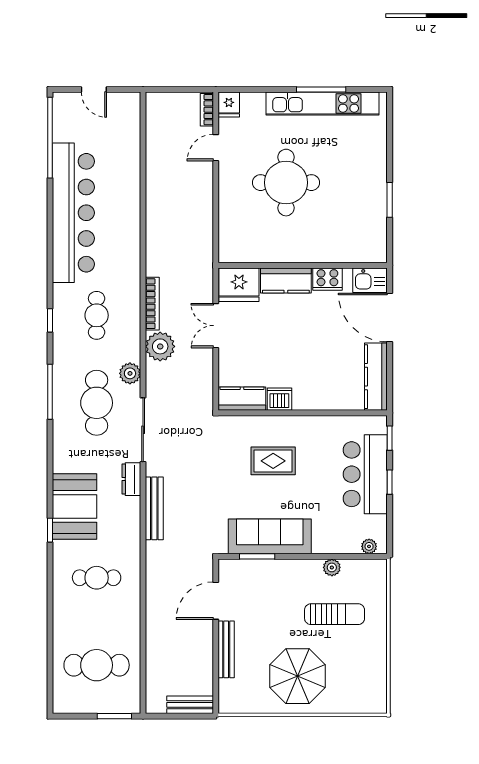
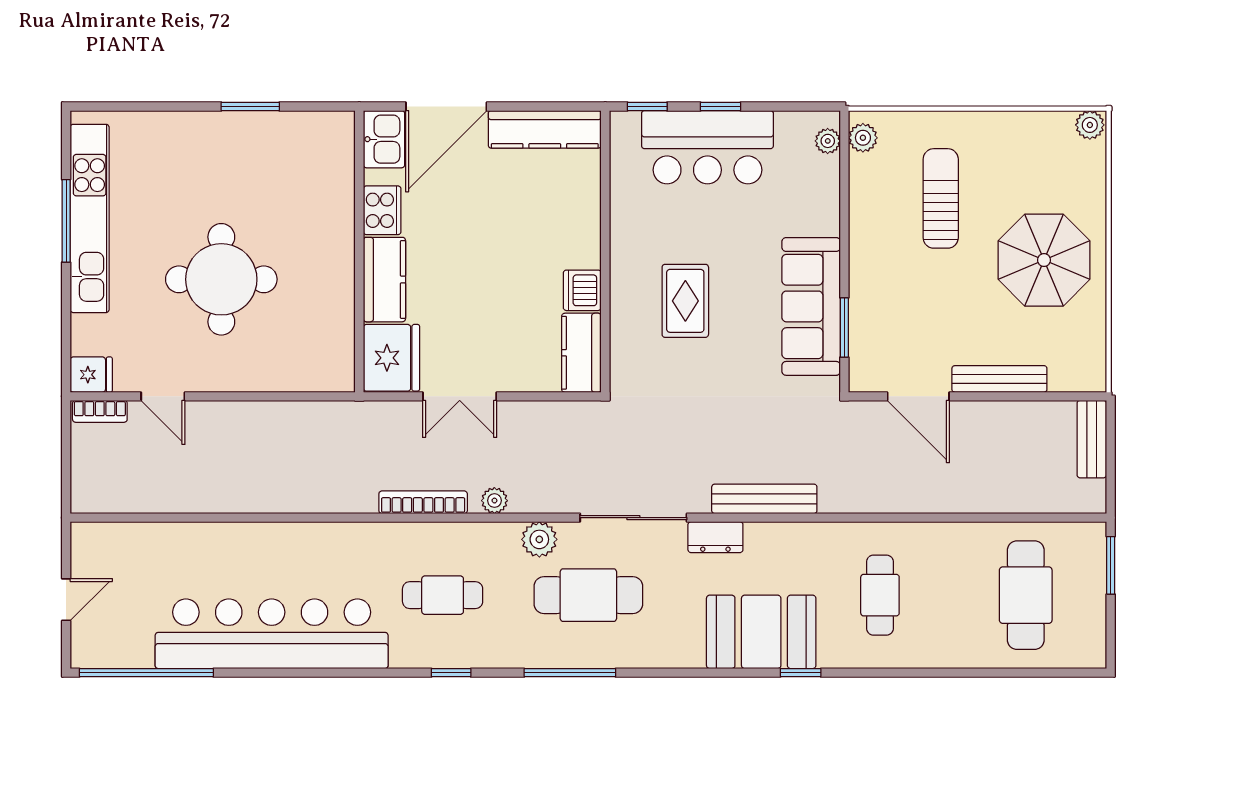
plant: (160, 346) -> (494, 501), width x0.53, depth x0.53
plant: (332, 567) -> (863, 138), moved
plant: (379, 704) -> (1090, 125), added

